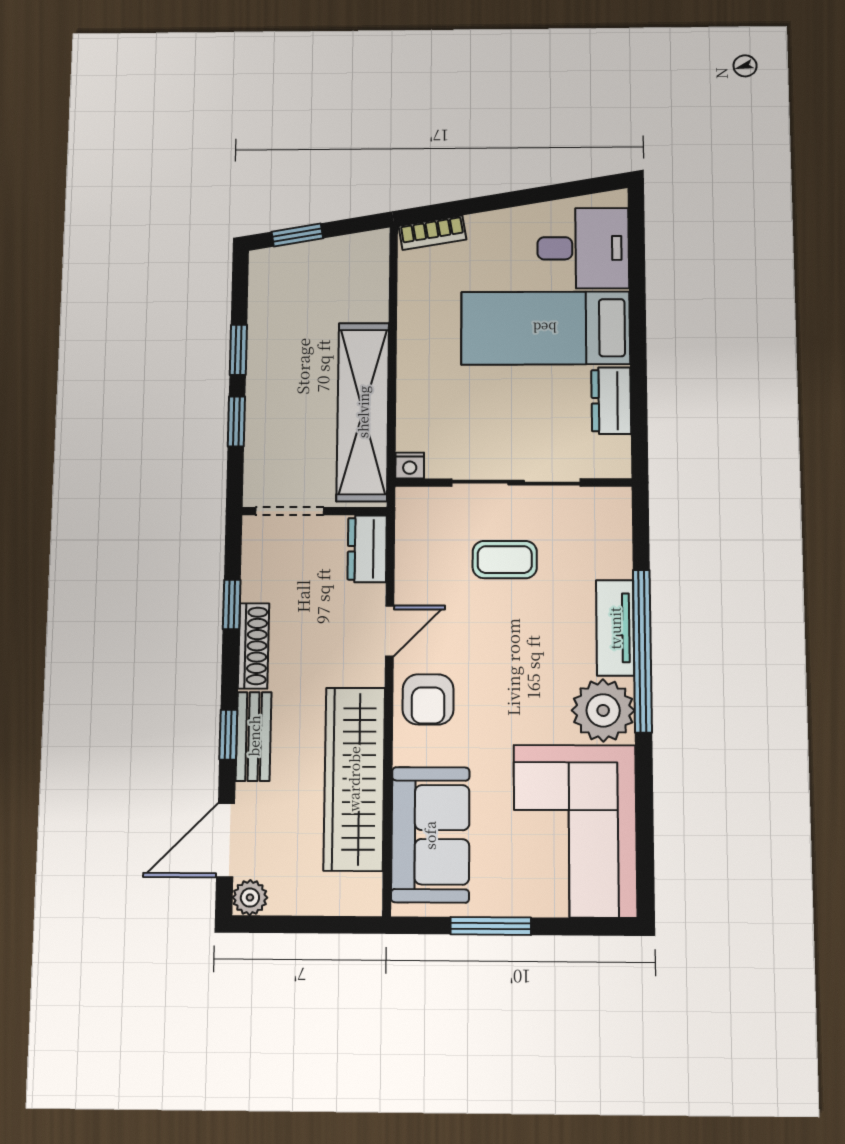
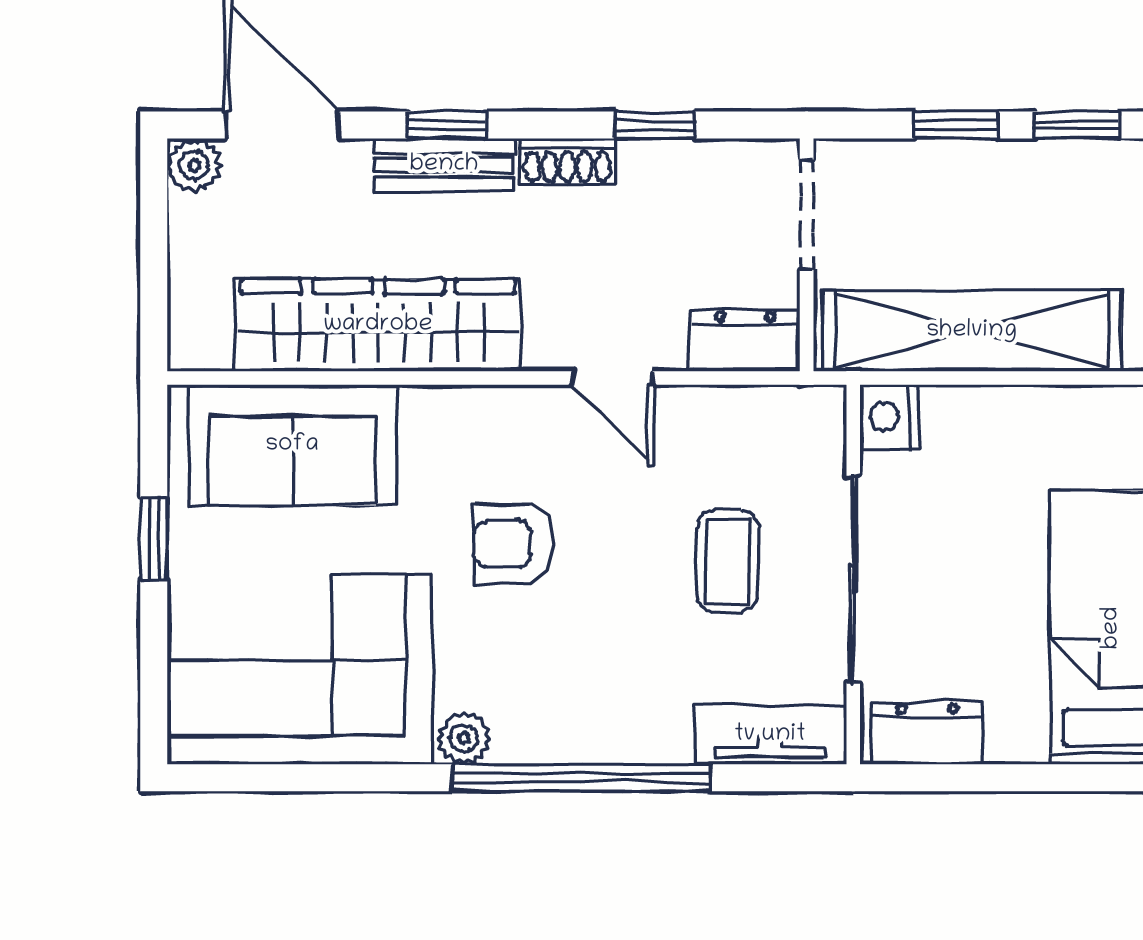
dresser: (611, 401) -> (927, 733), moved
nightstand: (410, 466) -> (889, 417), width x1.39, depth x1.35
tv unit: (615, 628) -> (770, 735), moved
shoe rack: (254, 646) -> (567, 162), width x0.70
armchair: (428, 699) -> (514, 544), moved
plant: (603, 710) -> (464, 738), width x0.53, depth x0.53
window: (491, 926) -> (154, 539), width x0.67

